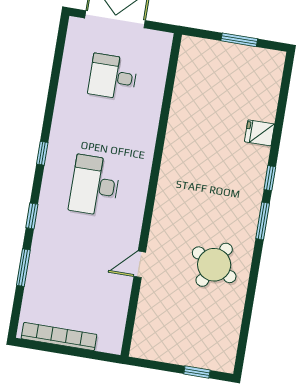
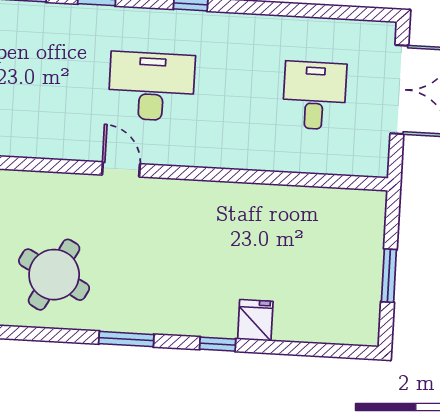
window: (270, 178) -> (218, 344), moved
door: (140, 264) -> (121, 169), moved

